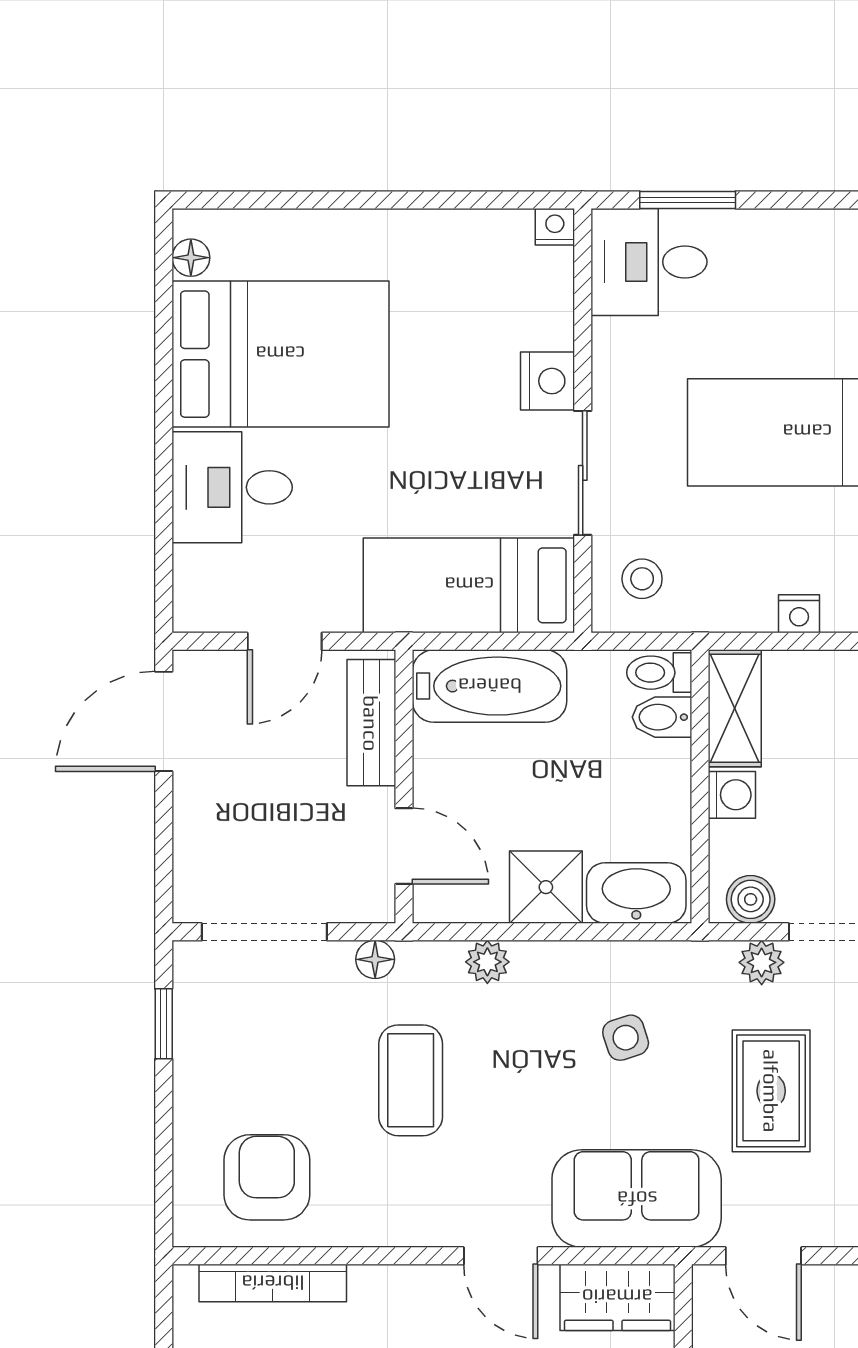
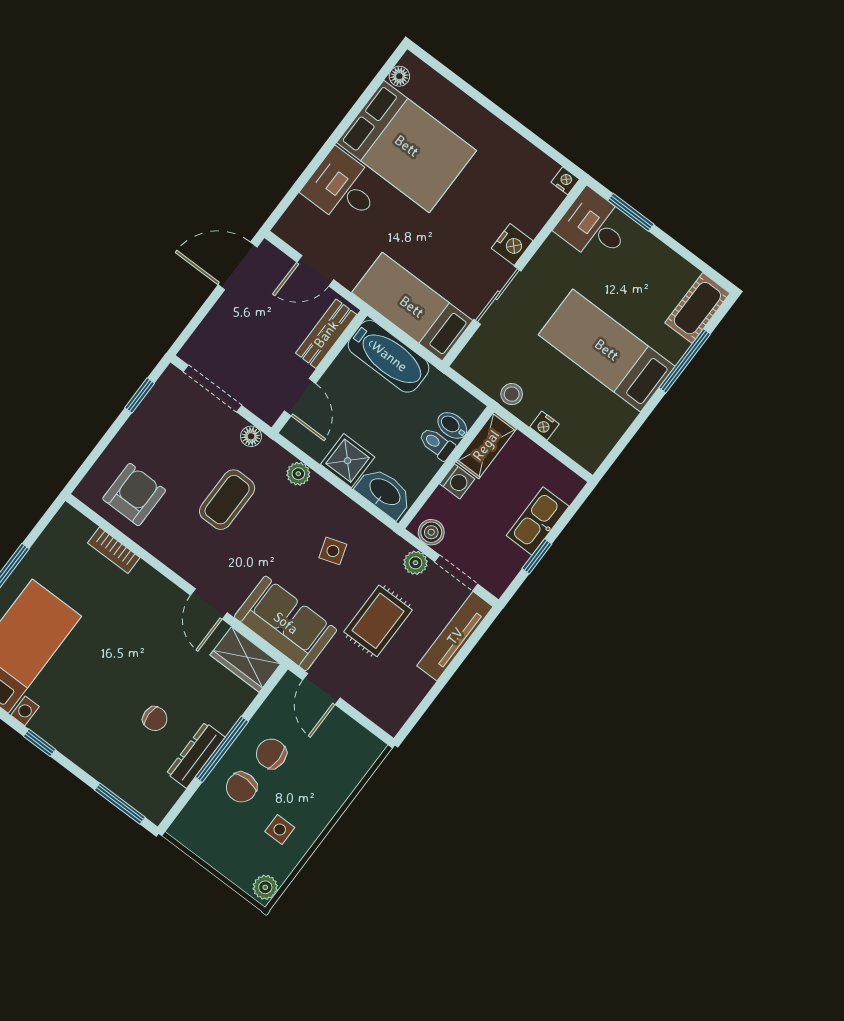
stool: (642, 579) -> (512, 394), moved
toilet: (659, 673) -> (437, 444), moved
bookcase: (273, 1283) -> (114, 550), width x0.64

